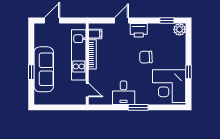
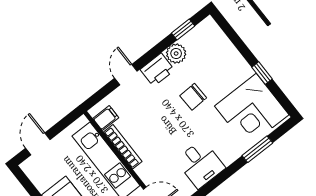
plant: (180, 29) -> (176, 54), moved
window: (138, 107) -> (257, 149), moved

